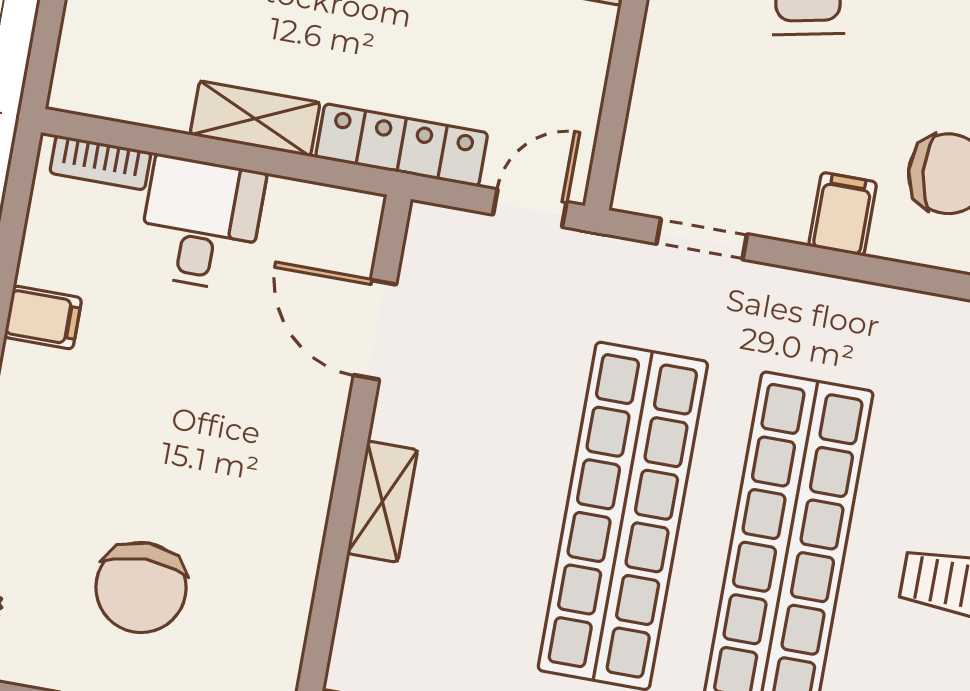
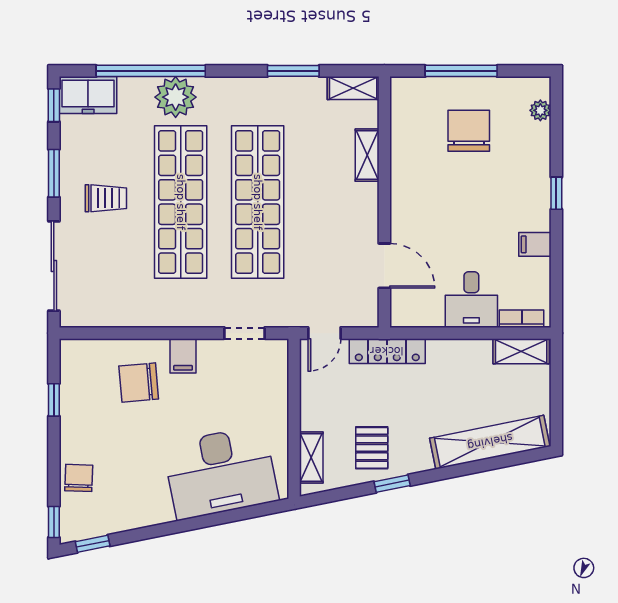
shelving: (255, 119) -> (521, 351), moved
shelving: (382, 502) -> (367, 155), moved

